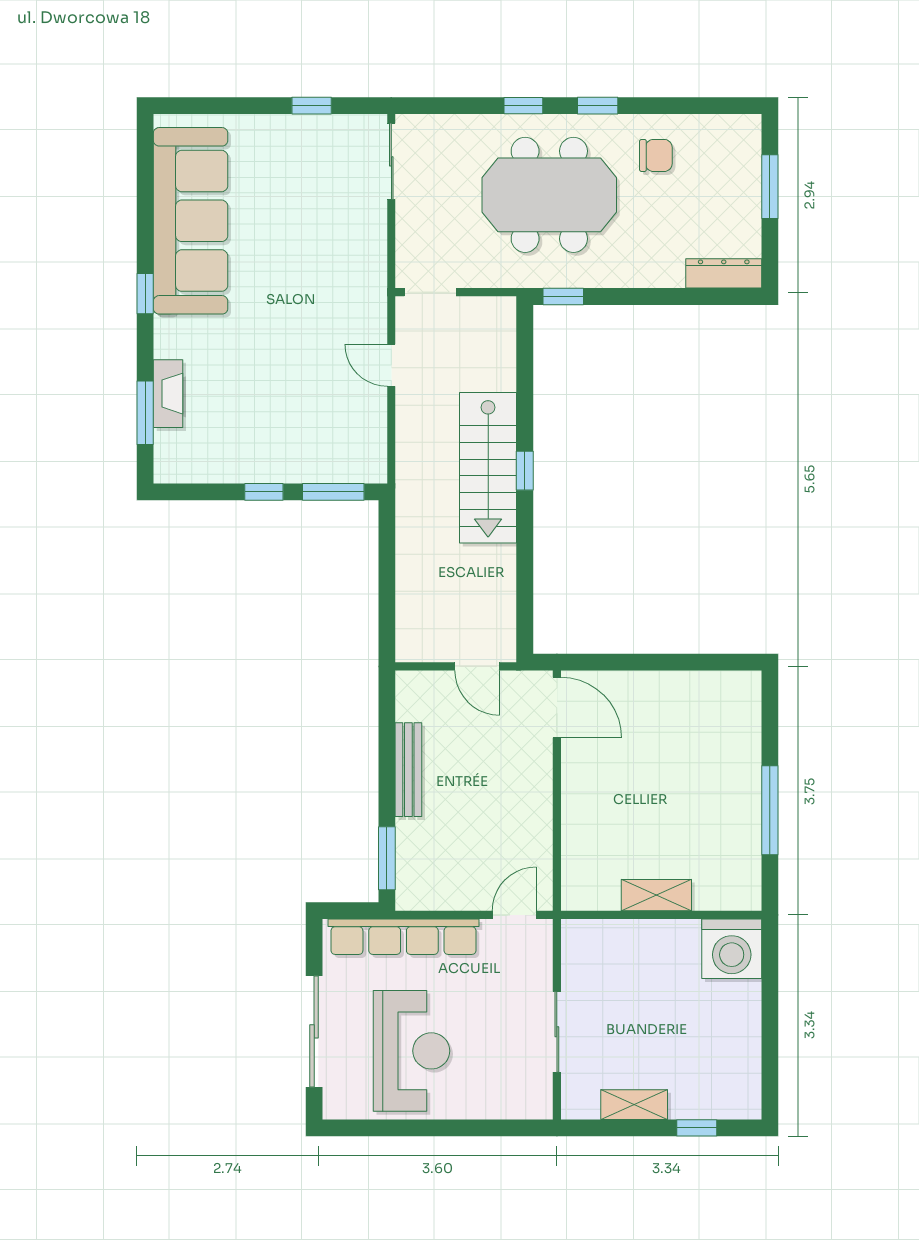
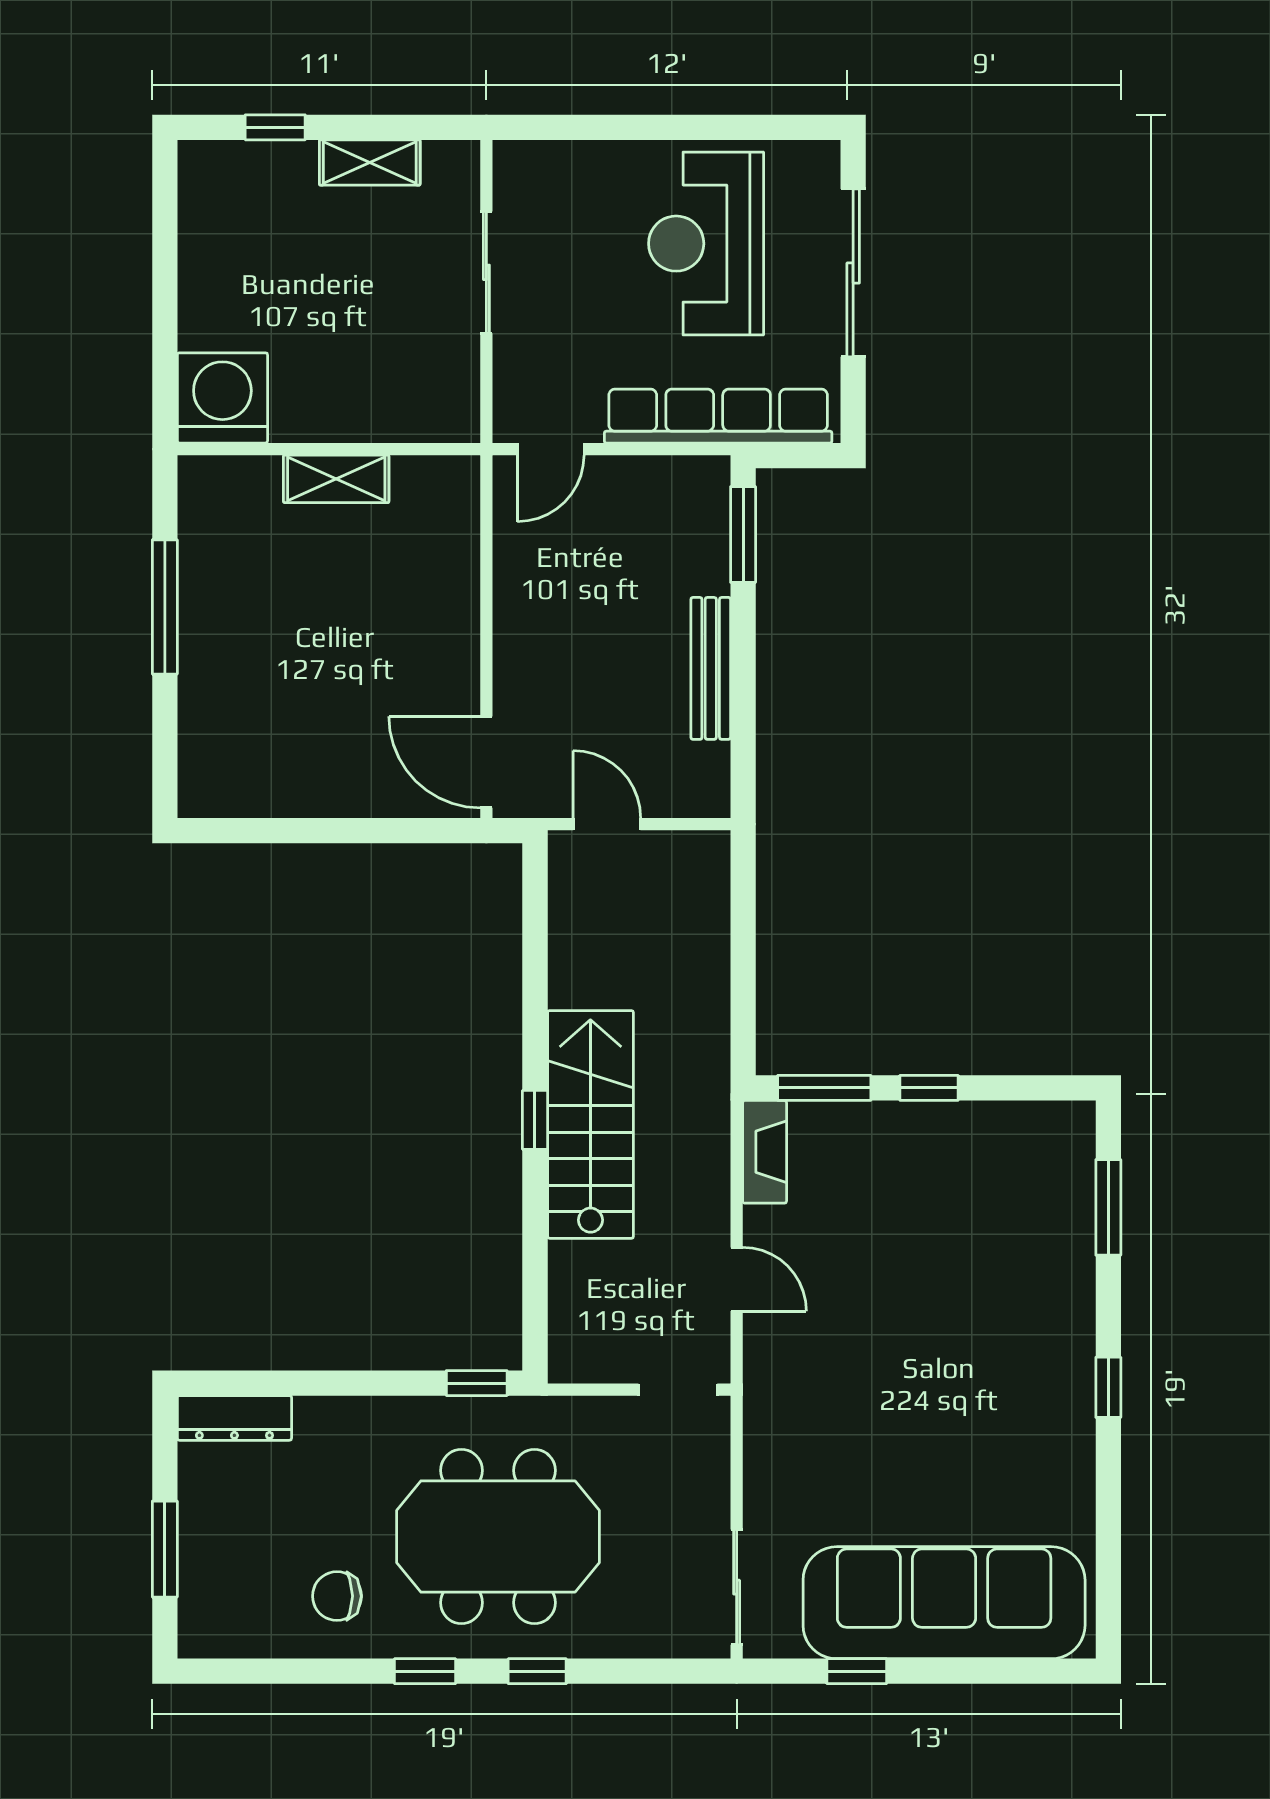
sofa: (191, 221) -> (944, 1603), moved, turned 90
fireplace: (168, 394) -> (765, 1152), moved, turned 180

